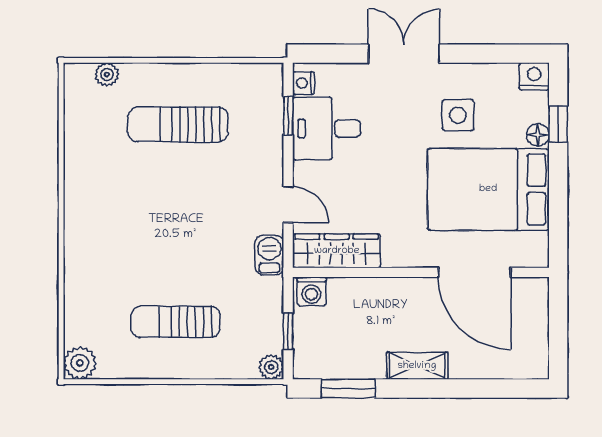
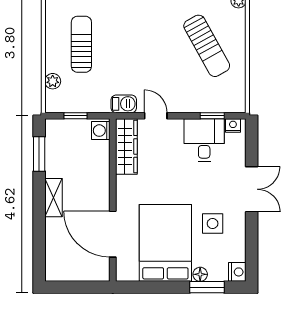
sun lounger: (178, 124) -> (207, 46), turned 151
window: (558, 124) -> (207, 287), width x1.50
door: (288, 205) -> (156, 116), swing flipped
door: (475, 272) -> (113, 234), hinge flipped
plant: (271, 367) -> (53, 81), moved

